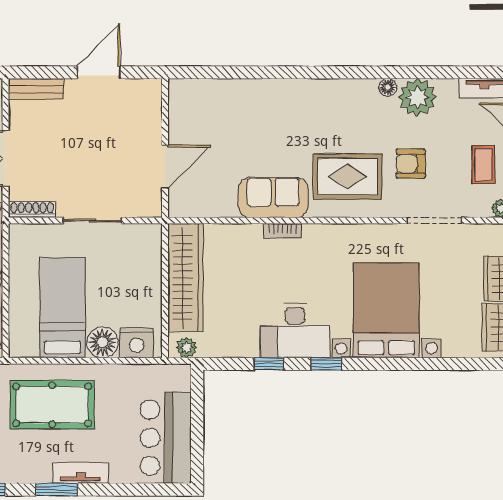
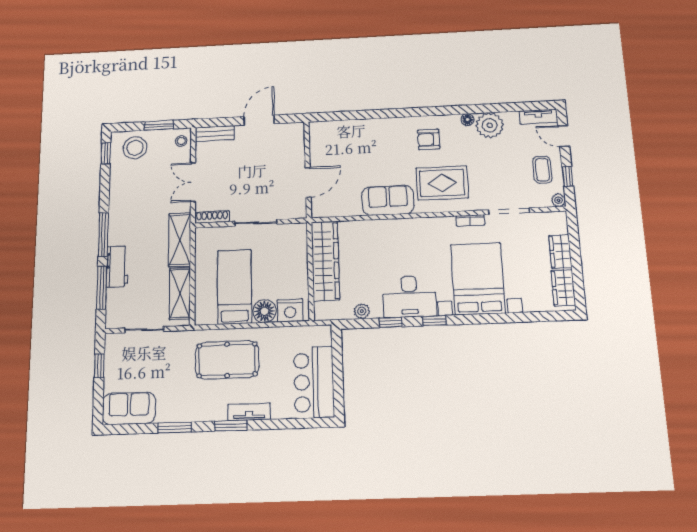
armchair: (411, 164) -> (429, 139), moved
bookcase: (283, 231) -> (470, 220), moved
plant: (187, 348) -> (362, 311), moved

